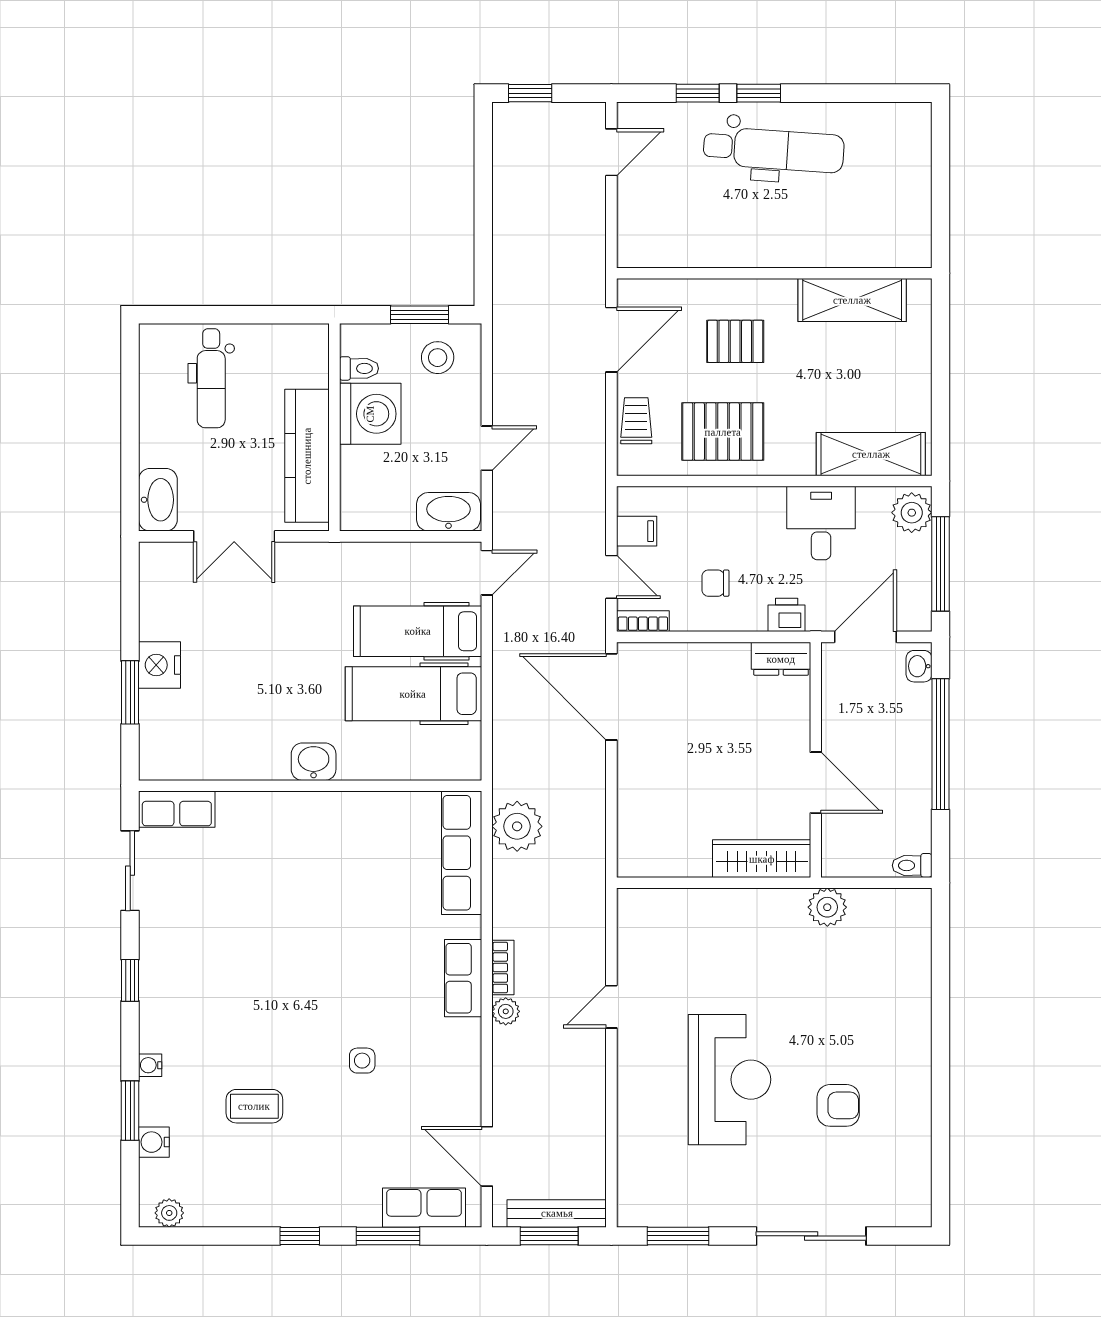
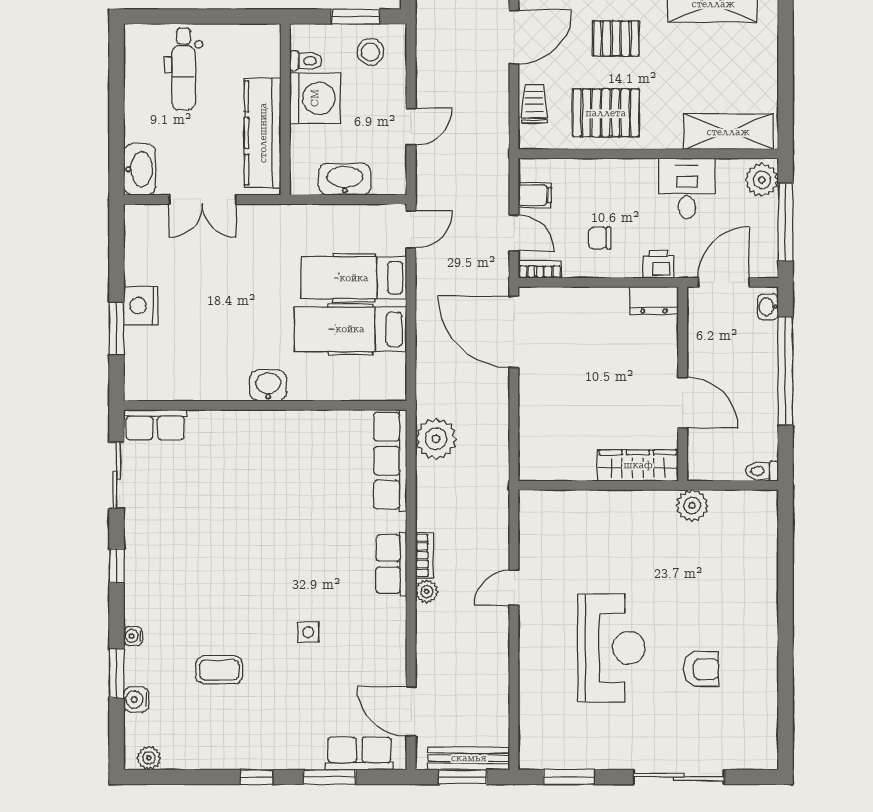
washbasin: (448, 512) -> (345, 179), moved

